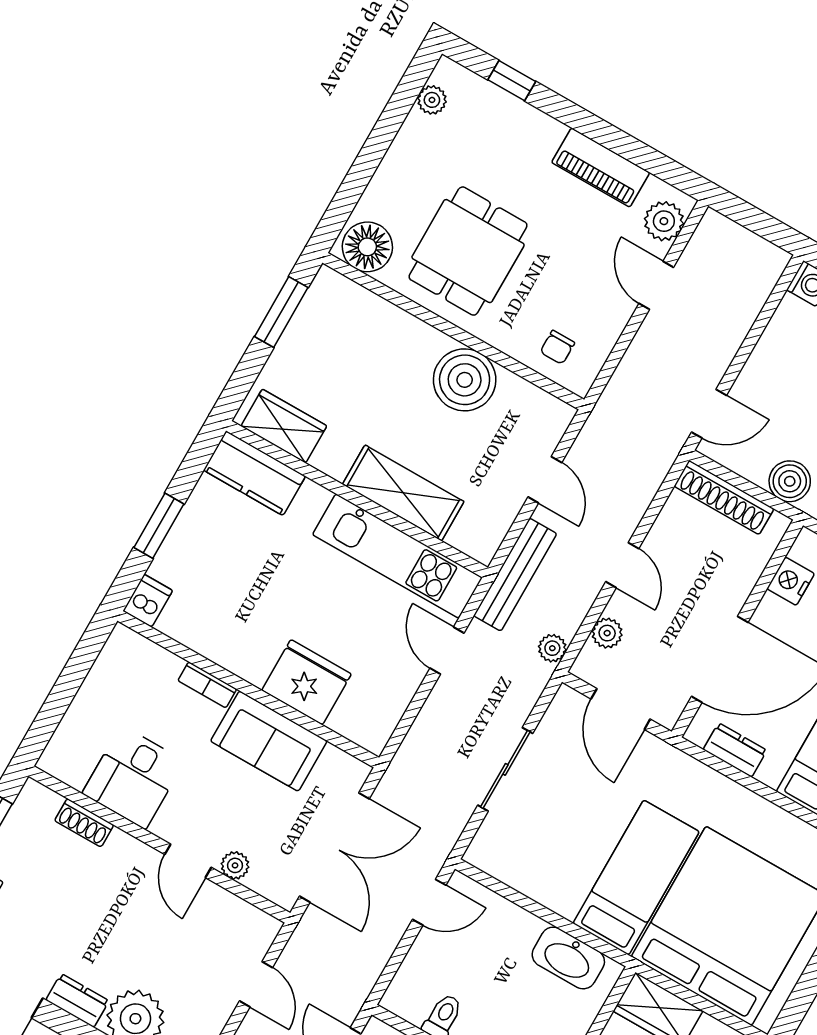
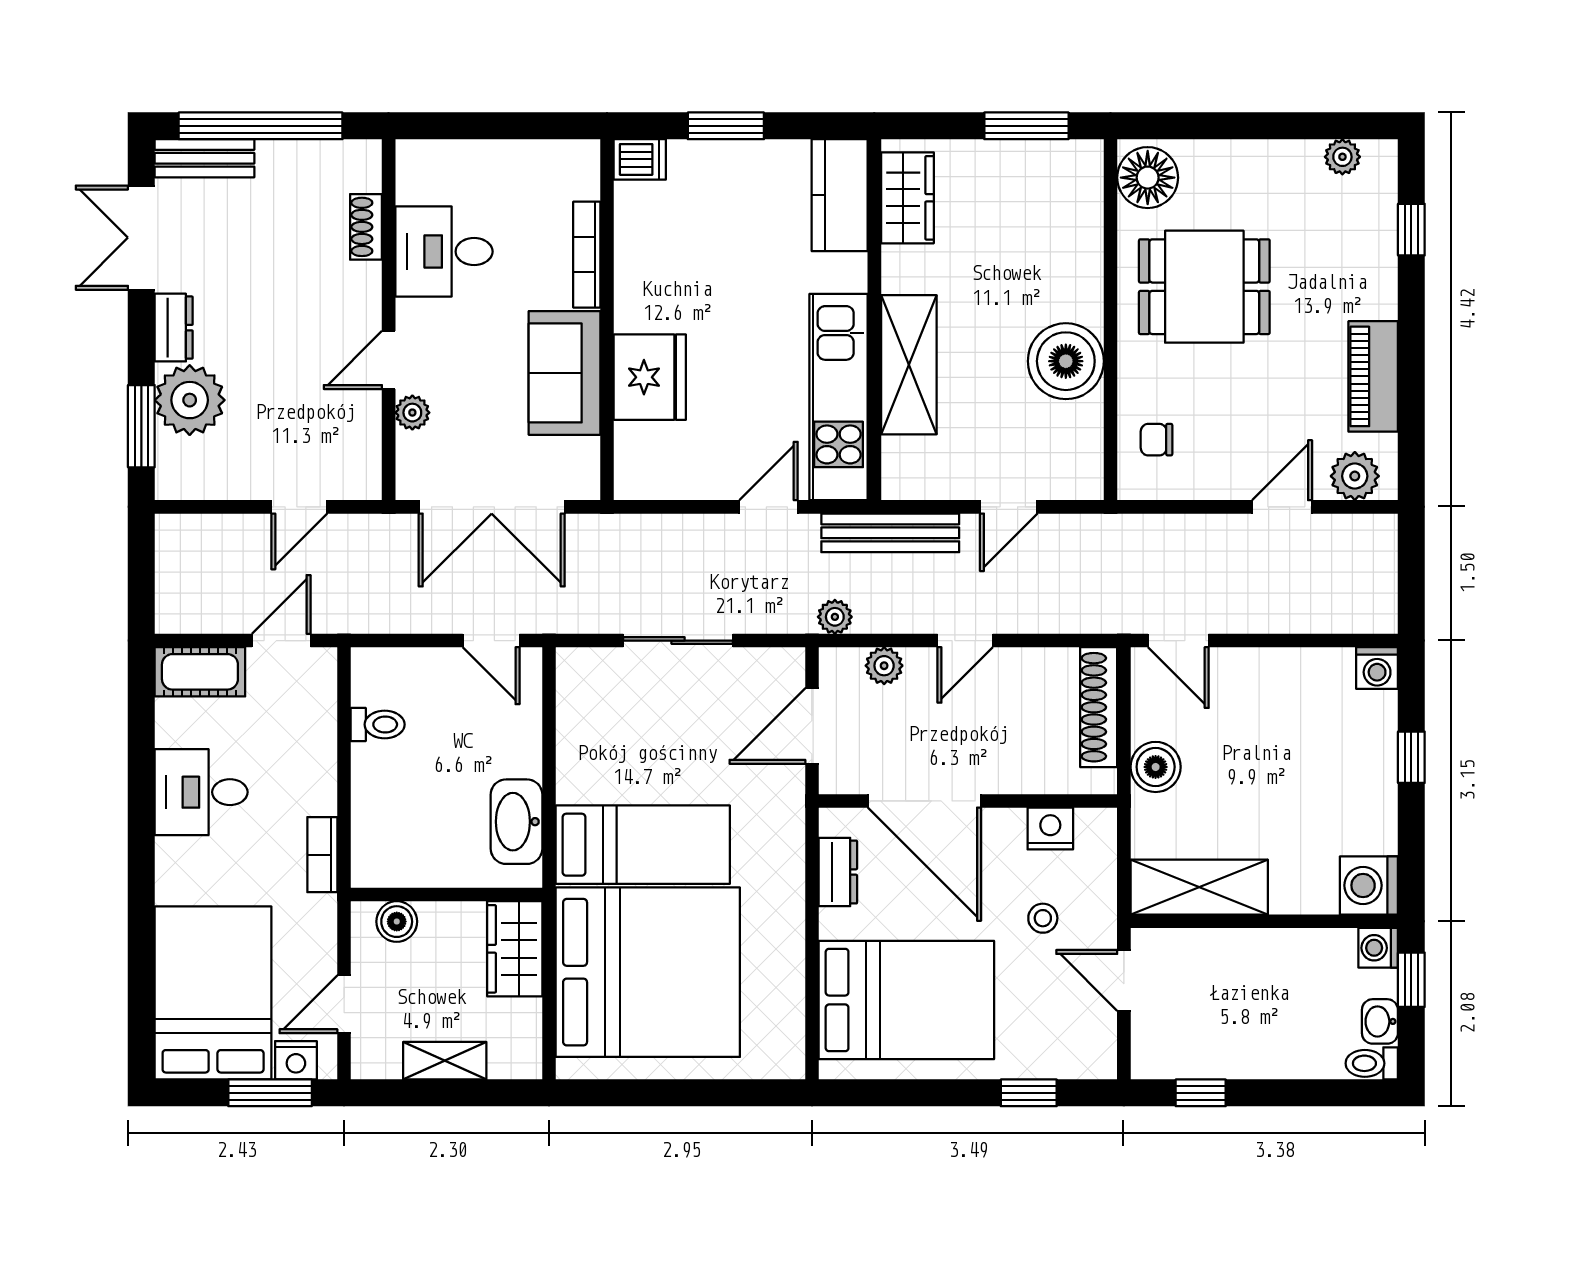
bookcase: (207, 685) -> (587, 255), width x1.56

